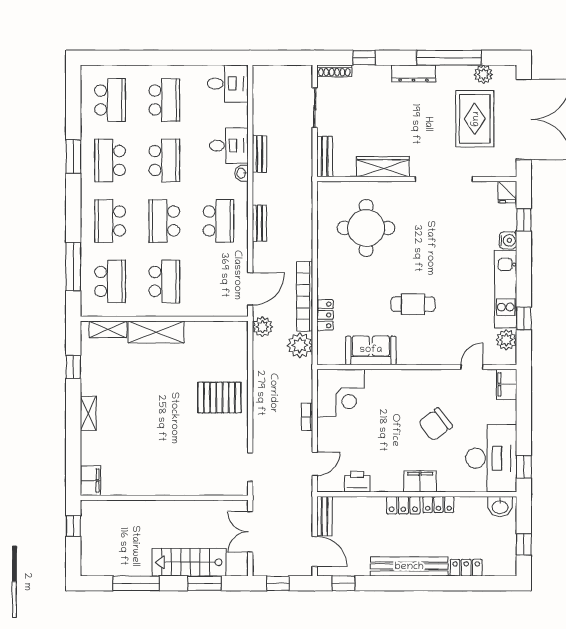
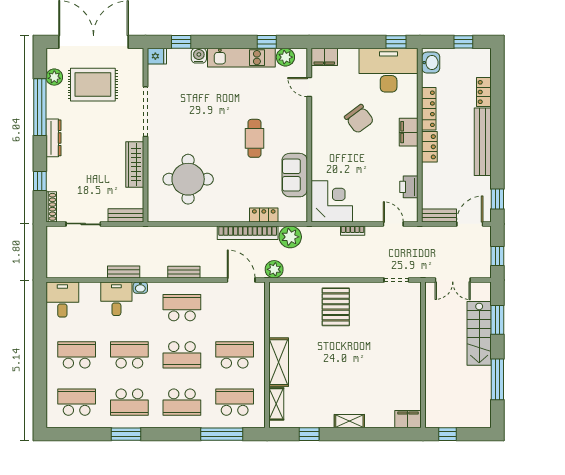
locker: (438, 504) -> (429, 109), width x1.53

